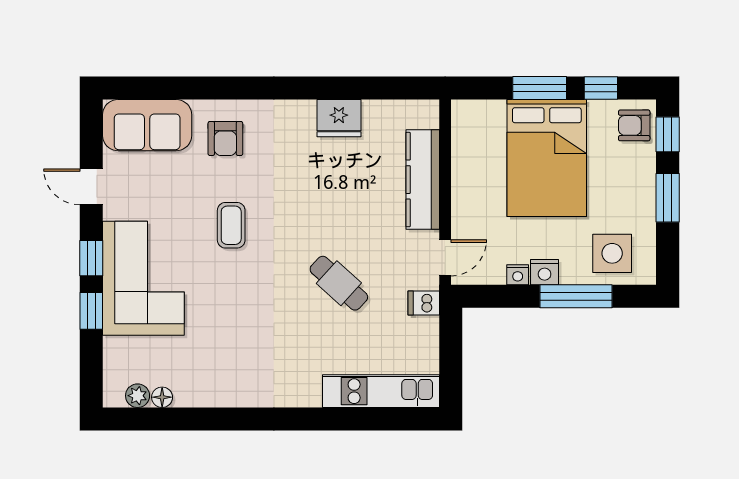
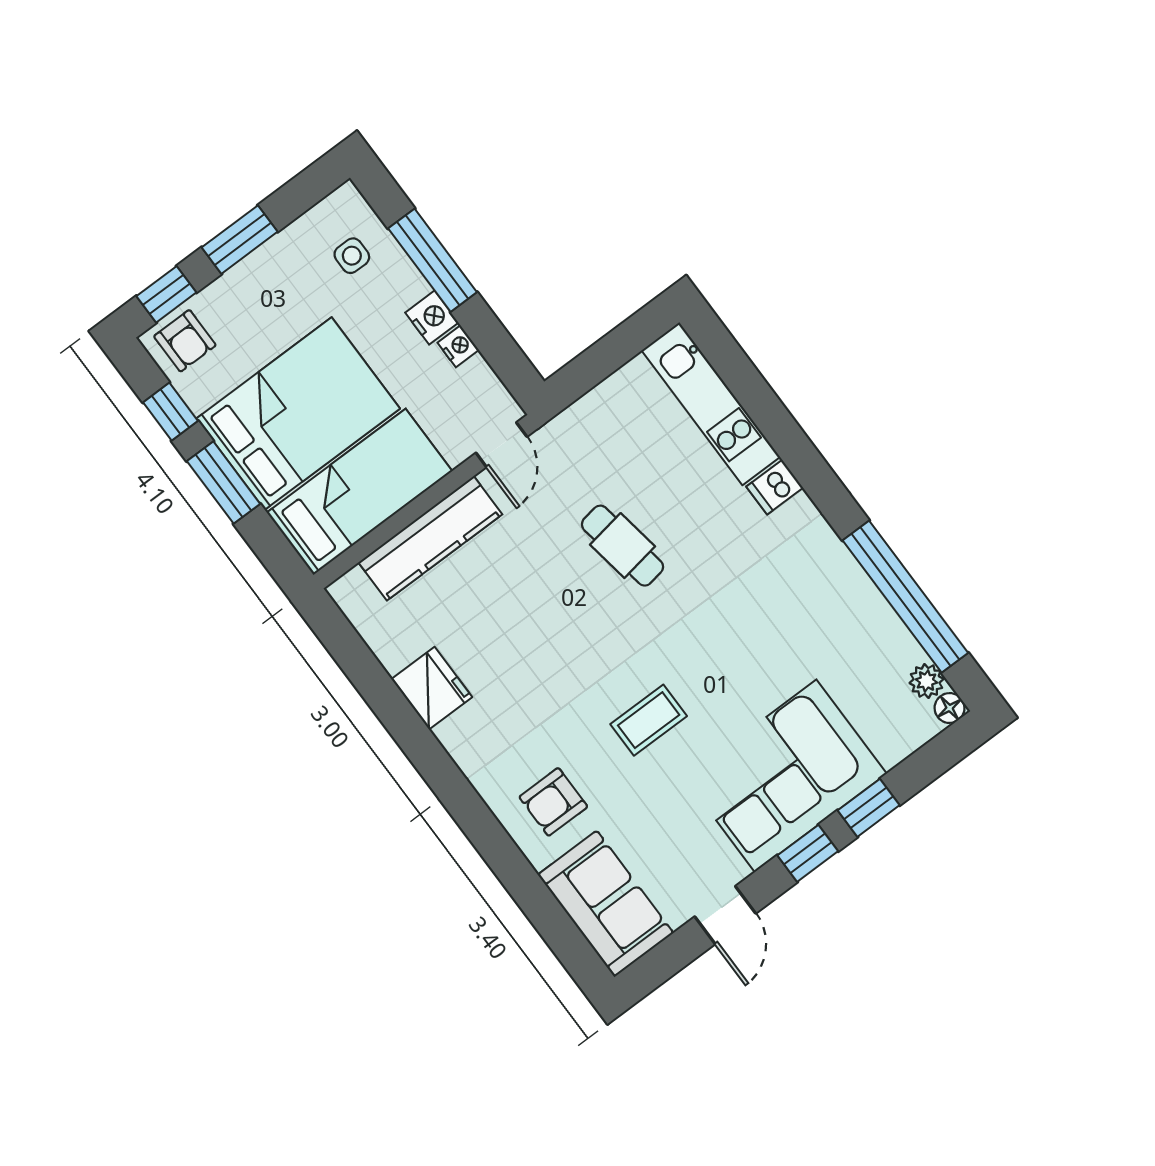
armchair: (225, 138) -> (553, 802), turned 180
bed: (478, 160) -> (360, 492), added
side table: (612, 253) -> (352, 256), width x0.54, depth x0.54
door: (445, 258) -> (501, 445), swing flipped
cafe table: (339, 283) -> (622, 546), turned -51
dishwasher: (424, 303) -> (775, 487), moved, turned 90
floor lamp: (162, 397) -> (950, 708), moved
window: (193, 419) -> (905, 597), added

